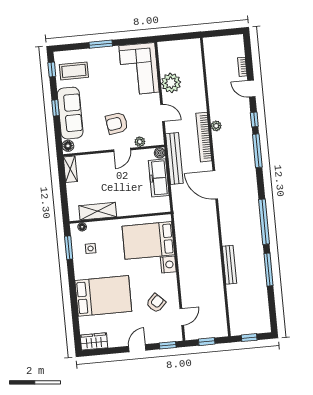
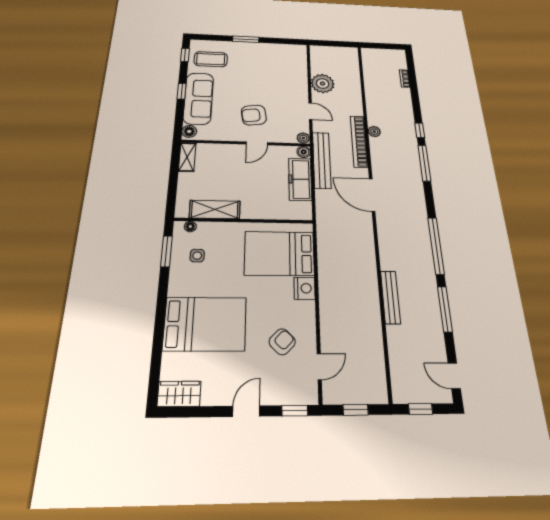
corner sofa: (139, 69) -> (287, 66), removed
door: (251, 89) -> (454, 376), moved
plant: (140, 142) -> (303, 138), moved

